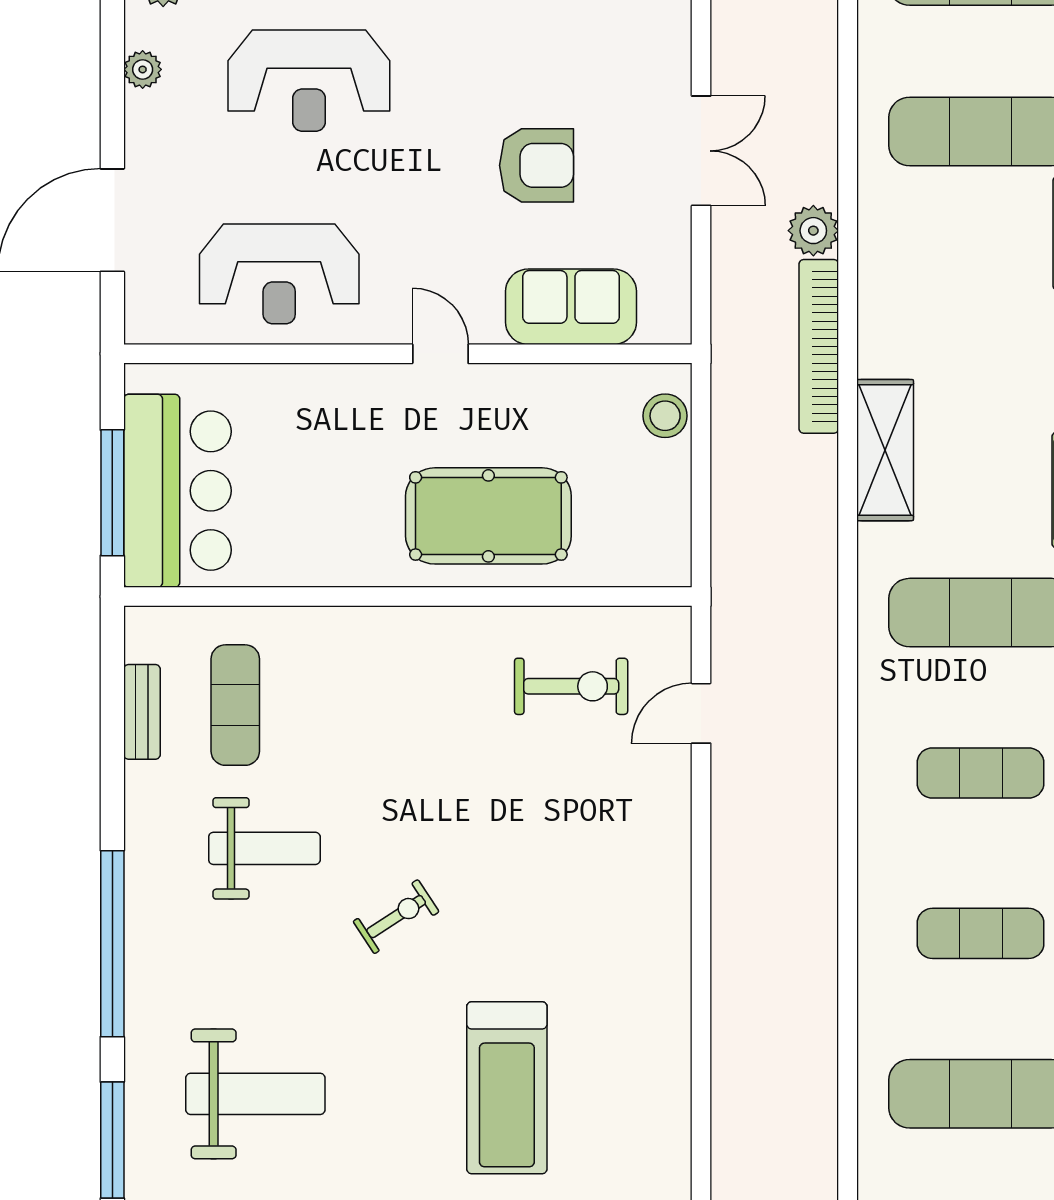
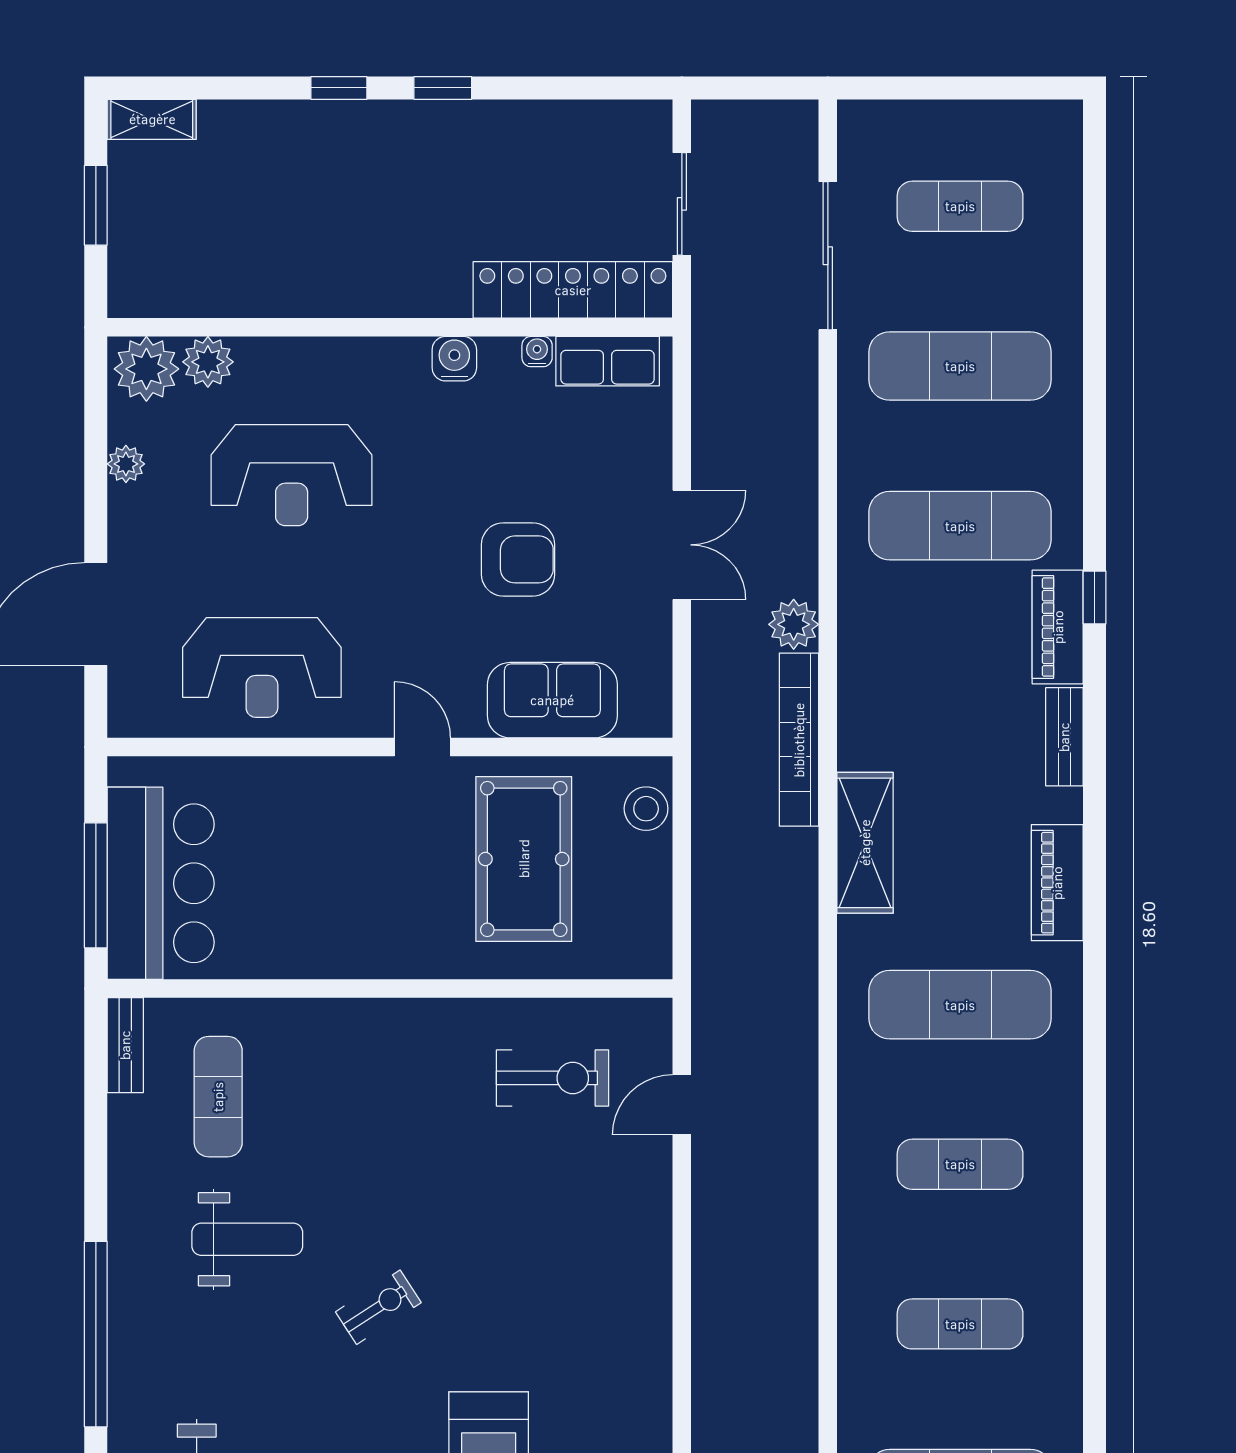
pool table: (488, 516) -> (524, 859), moved, turned 90
bench: (142, 712) -> (125, 1045), moved

